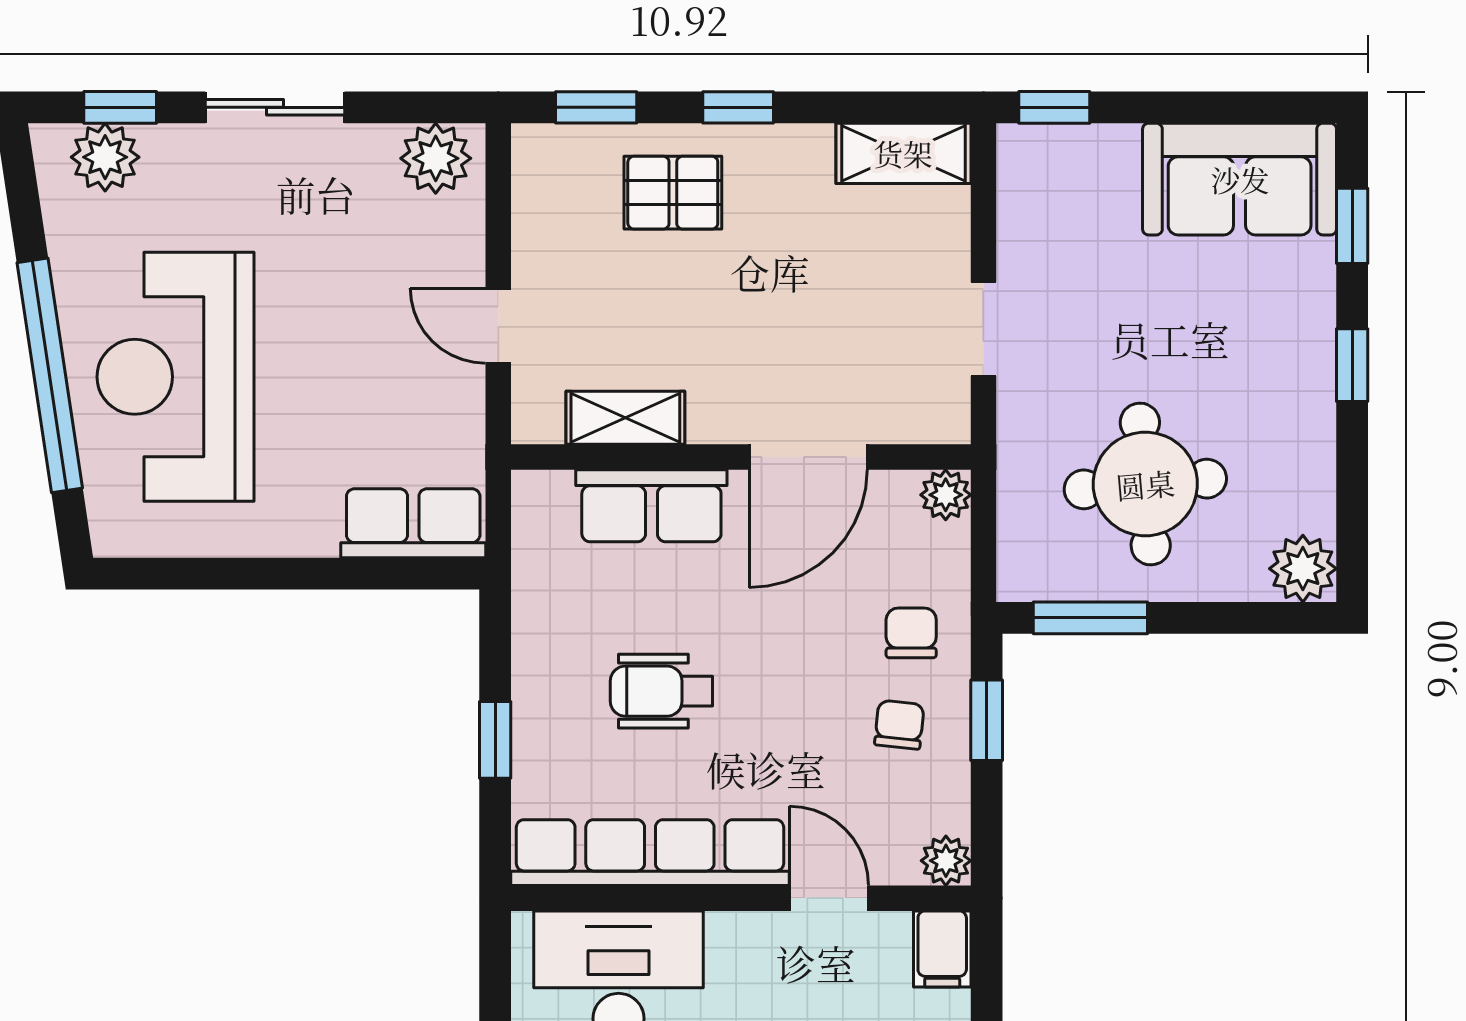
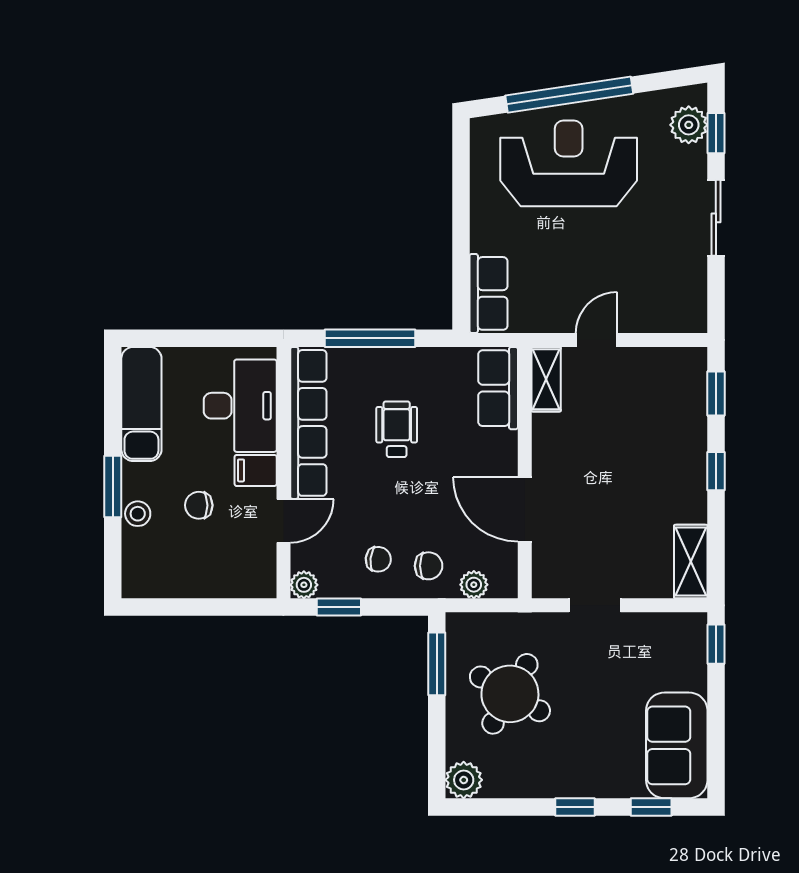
plant: (436, 158) -> (688, 306), removed
pallet: (673, 193) -> (669, 435), removed
shelving: (625, 418) -> (546, 379), moved
round table: (1145, 484) -> (510, 694), turned 35
plant: (946, 495) -> (474, 585), moved
row of seats: (651, 506) -> (498, 388), moved
window: (987, 720) -> (339, 607), moved
window: (495, 740) -> (370, 338), width x2.17
filing cabinet: (942, 949) -> (256, 470), moved

